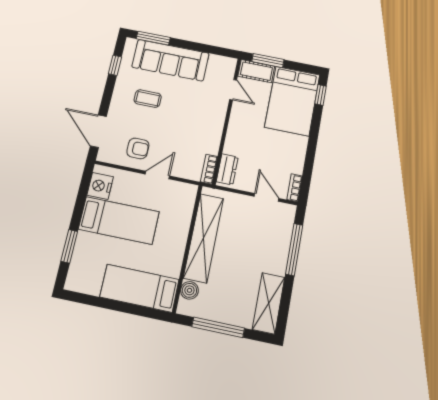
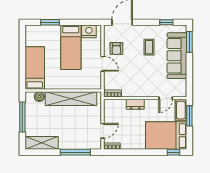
dresser: (227, 169) -> (135, 104), moved

